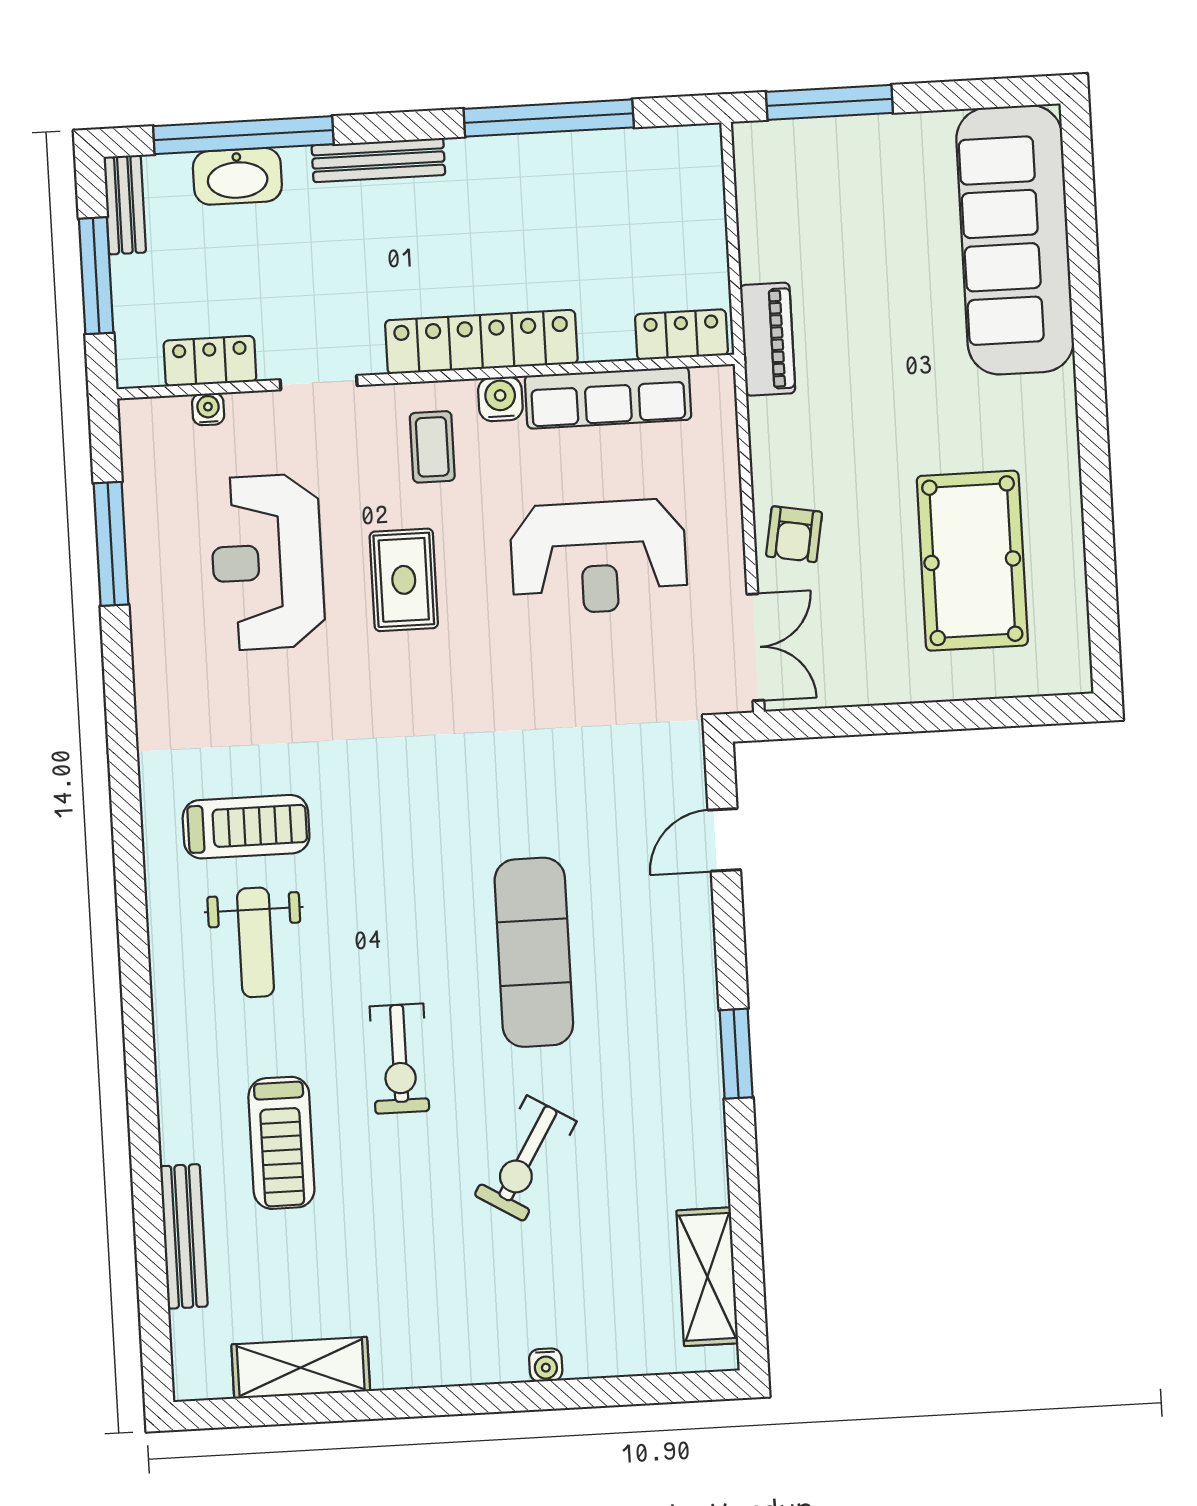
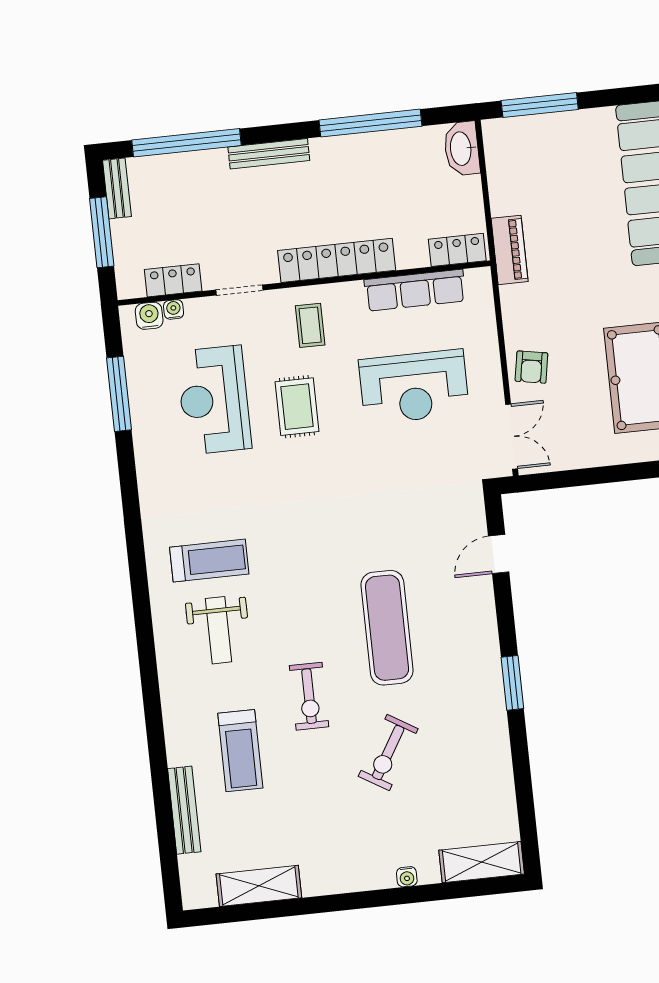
washbasin: (237, 176) -> (462, 149), moved, turned 90
water cooler: (500, 399) -> (149, 316), moved
shelving: (707, 1277) -> (482, 862), moved, turned 90

